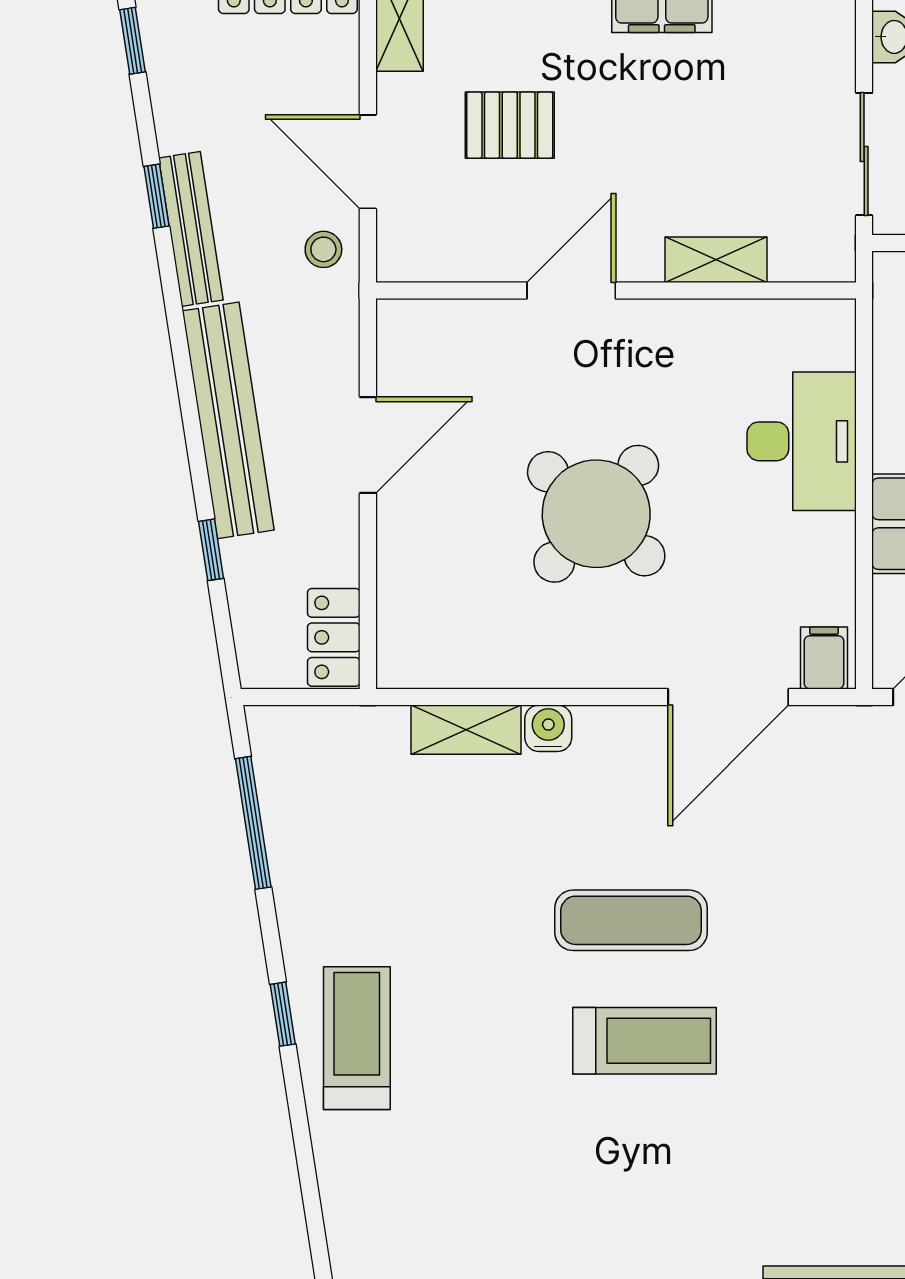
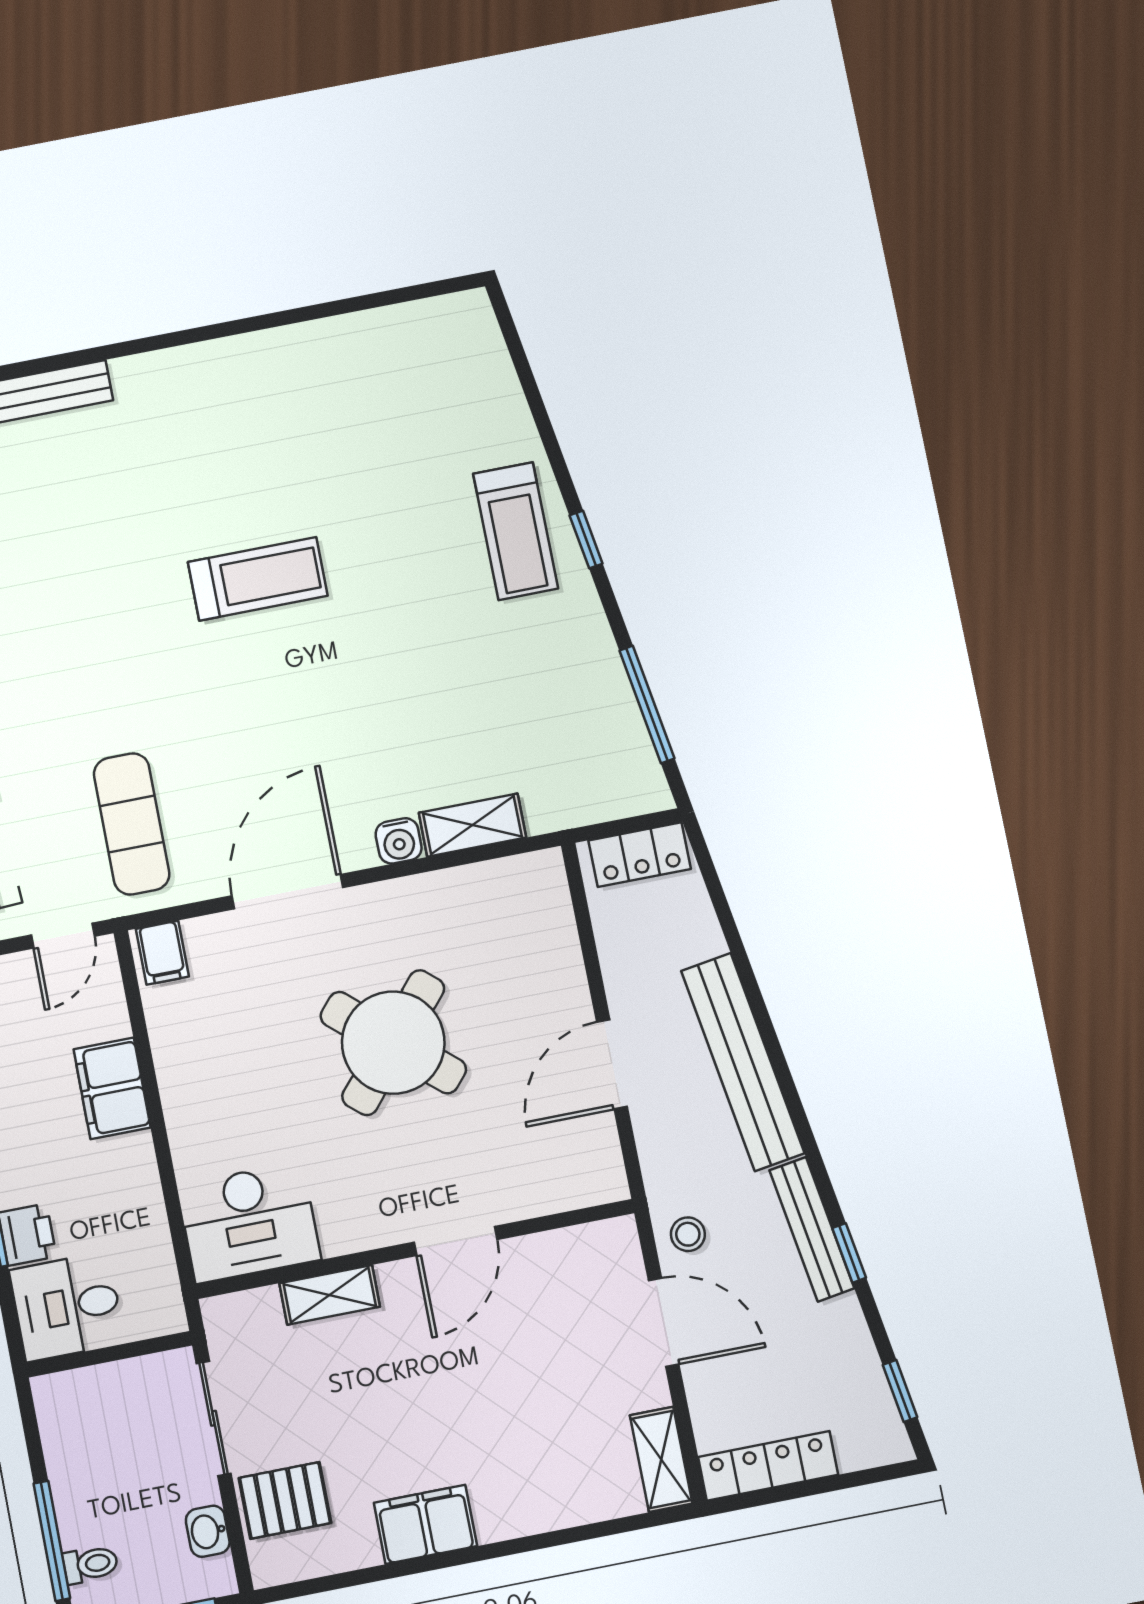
pallet: (510, 125) -> (285, 1500), moved
desk: (802, 441) -> (249, 1222), moved, turned -90
window: (211, 550) -> (734, 942), removed
locker: (334, 637) -> (640, 855), moved, turned 90
door: (728, 697) -> (288, 892), moved
exercise mat: (631, 920) -> (132, 824), moved, turned 90
treadmill: (644, 1041) -> (258, 579), turned 180

